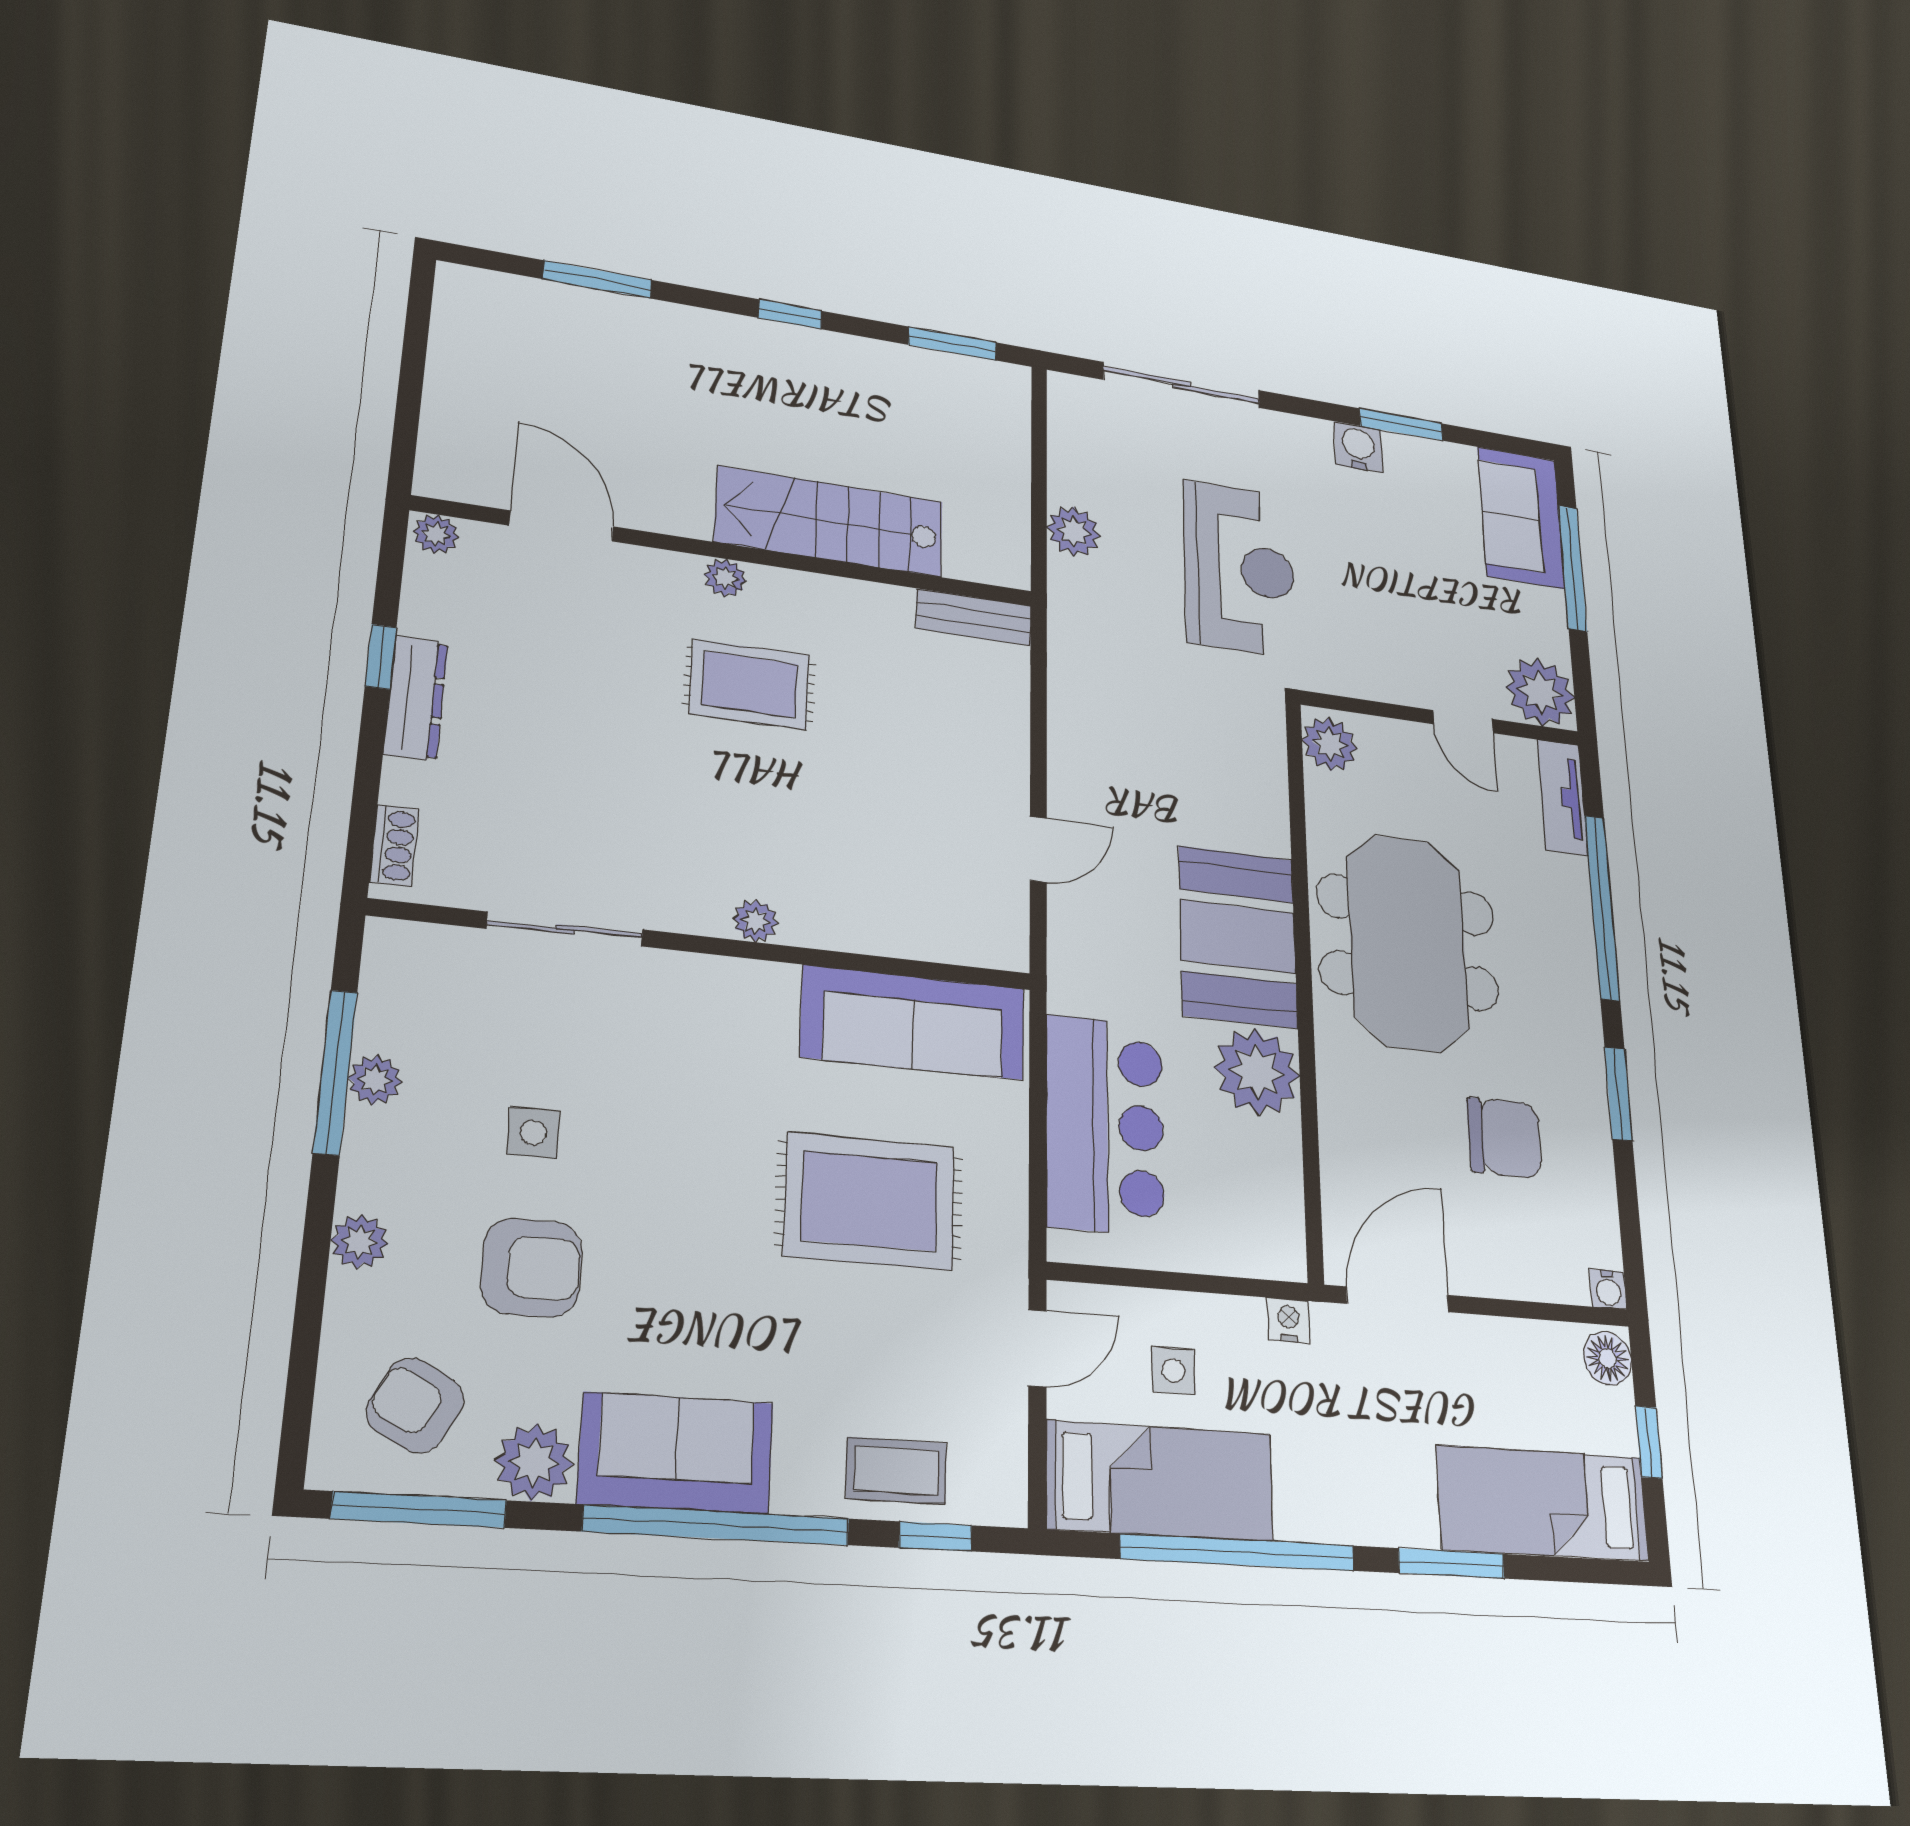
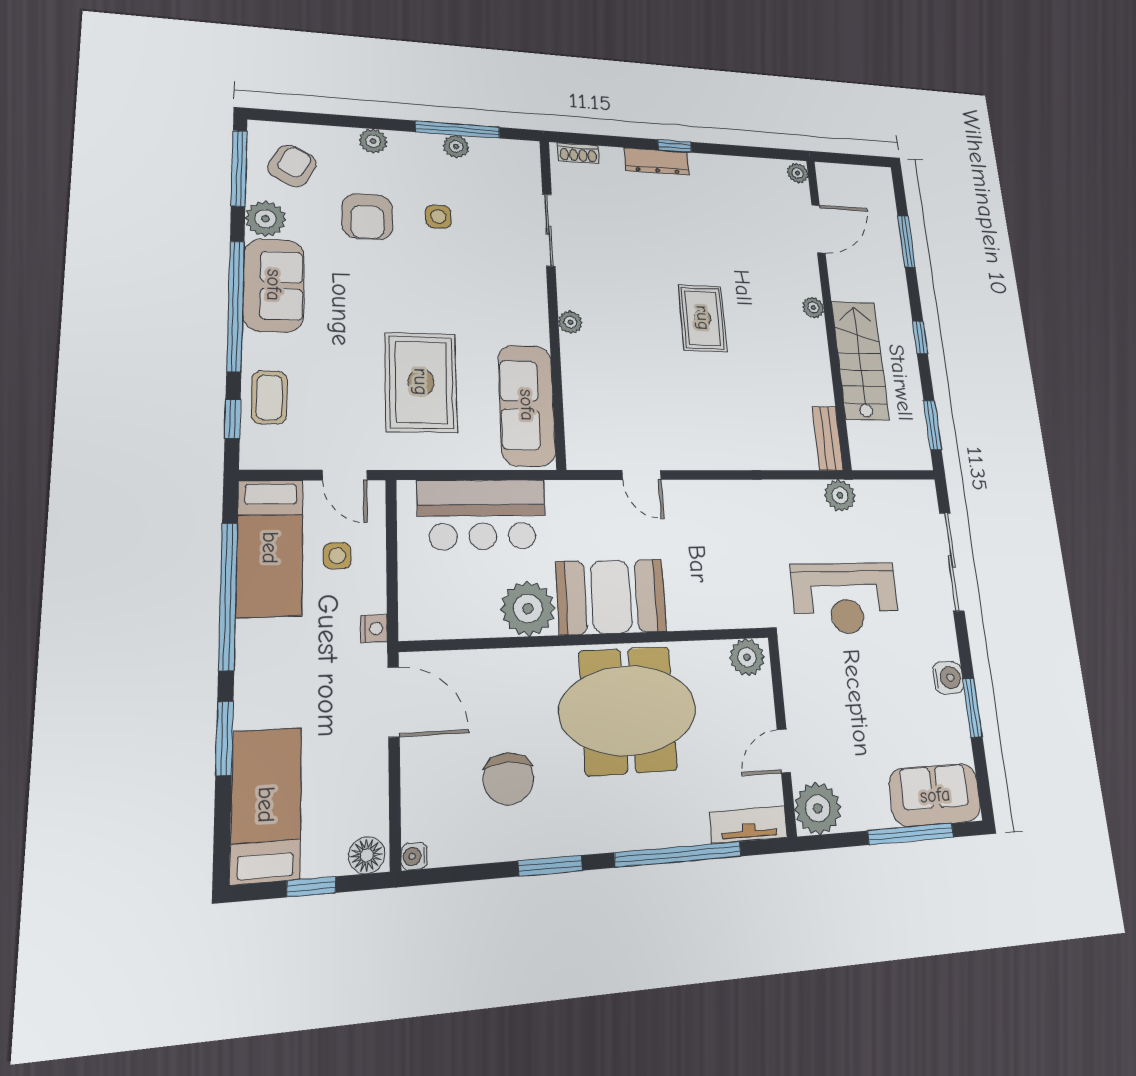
stairs: (830, 522) -> (860, 360), moved
door: (561, 526) -> (818, 229), moved
plant: (436, 534) -> (798, 173), moved
wall: (730, 552) -> (828, 310), moved
plant: (725, 578) -> (813, 308), moved
bench: (974, 617) -> (828, 438), moved

